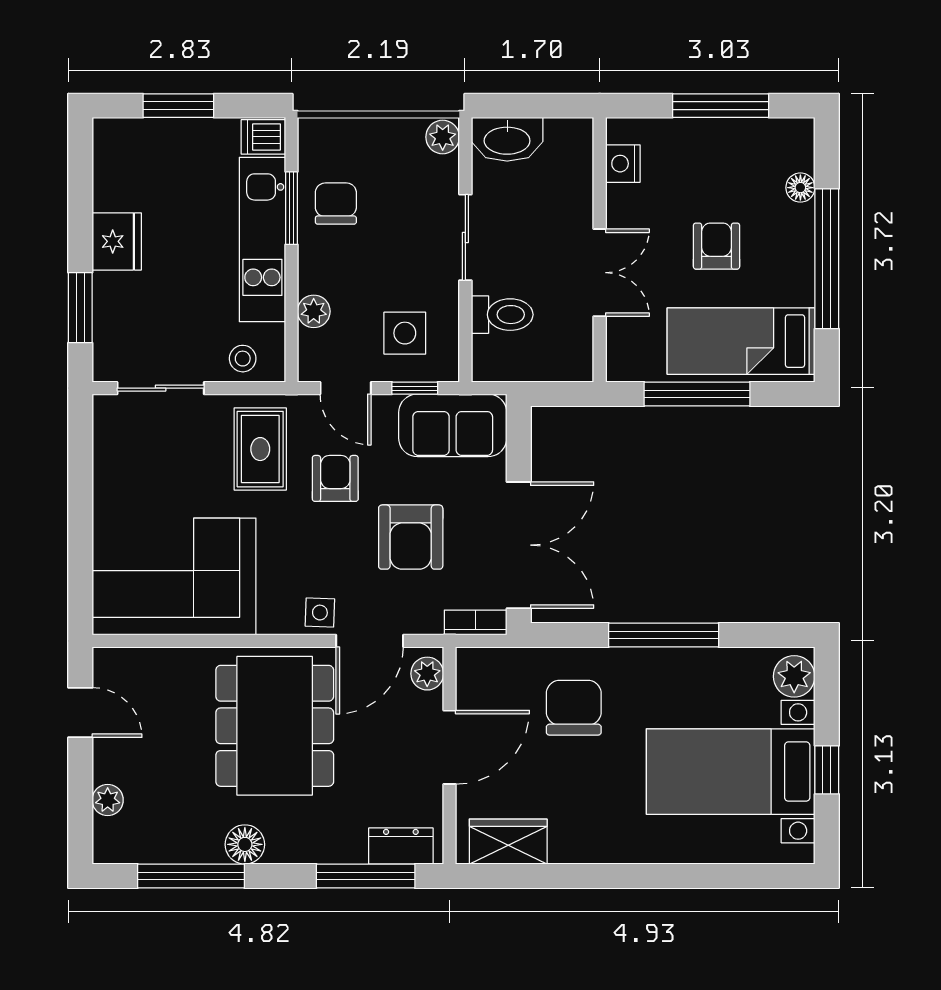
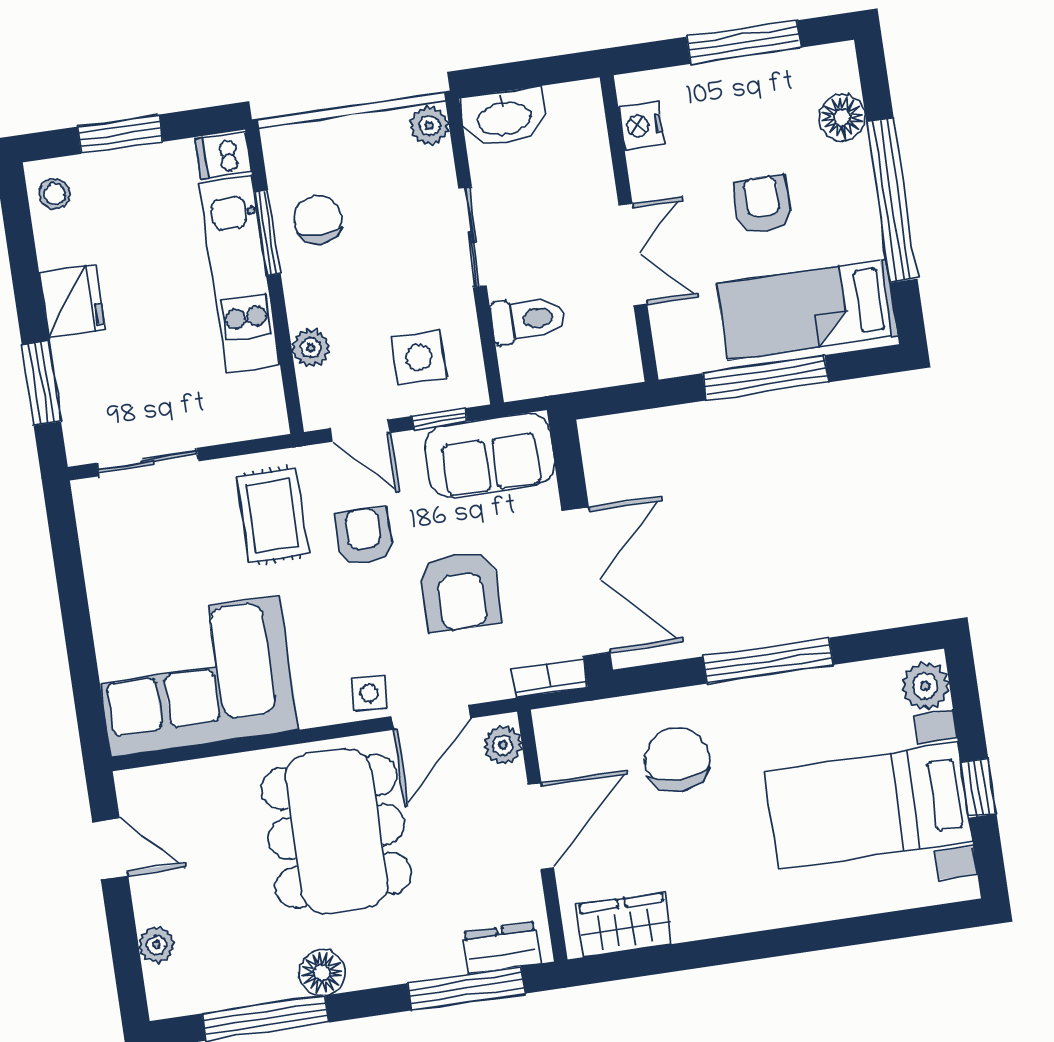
floor lamp: (800, 188) -> (842, 117), width x1.37, depth x1.37
stool: (243, 359) -> (55, 194), moved

